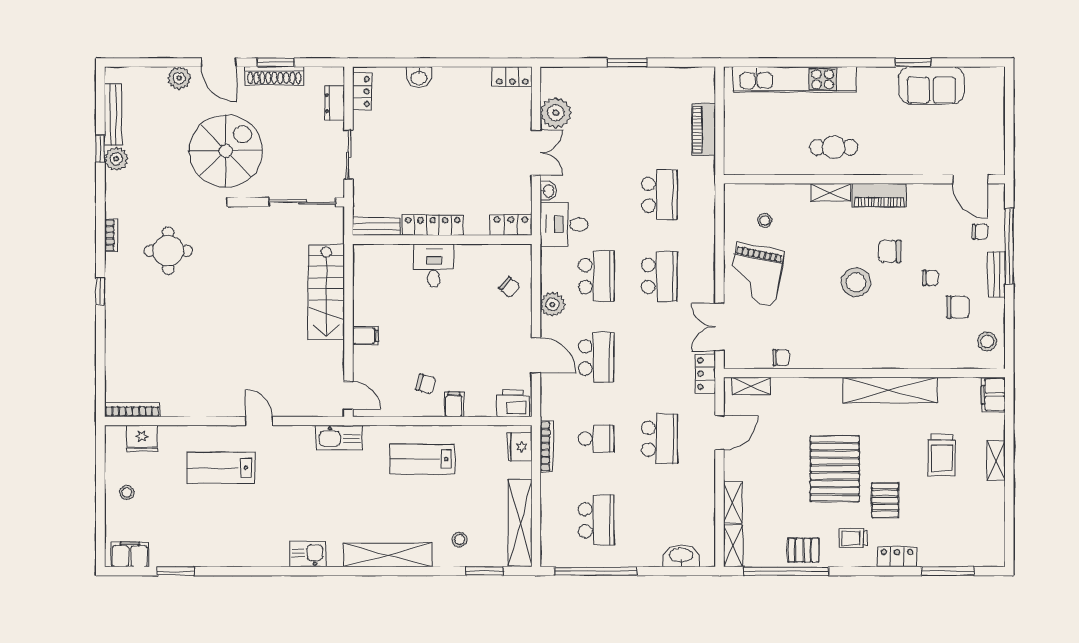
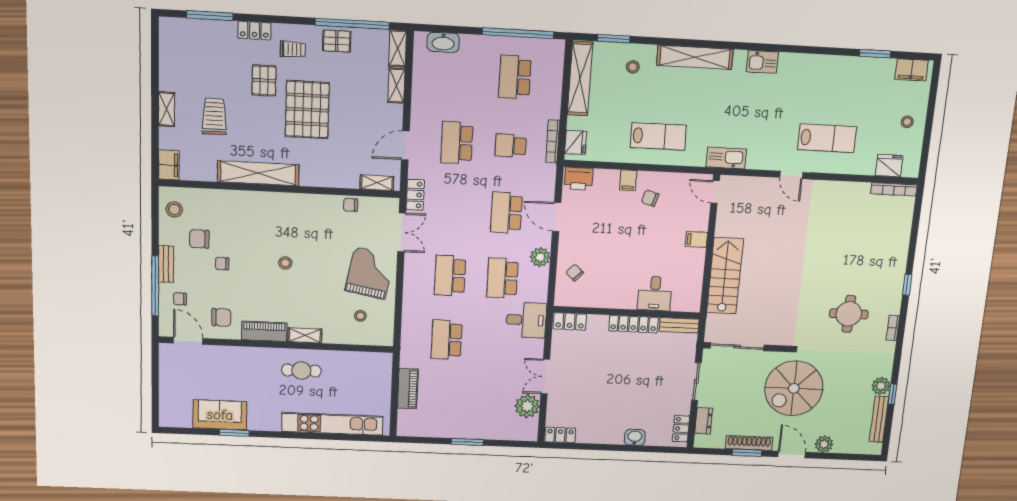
washbasin: (548, 191) -> (537, 347), removed
chair: (890, 251) -> (221, 317), moved
desk: (434, 265) -> (655, 294), moved
stool: (856, 282) -> (285, 263), width x0.53, depth x0.53

